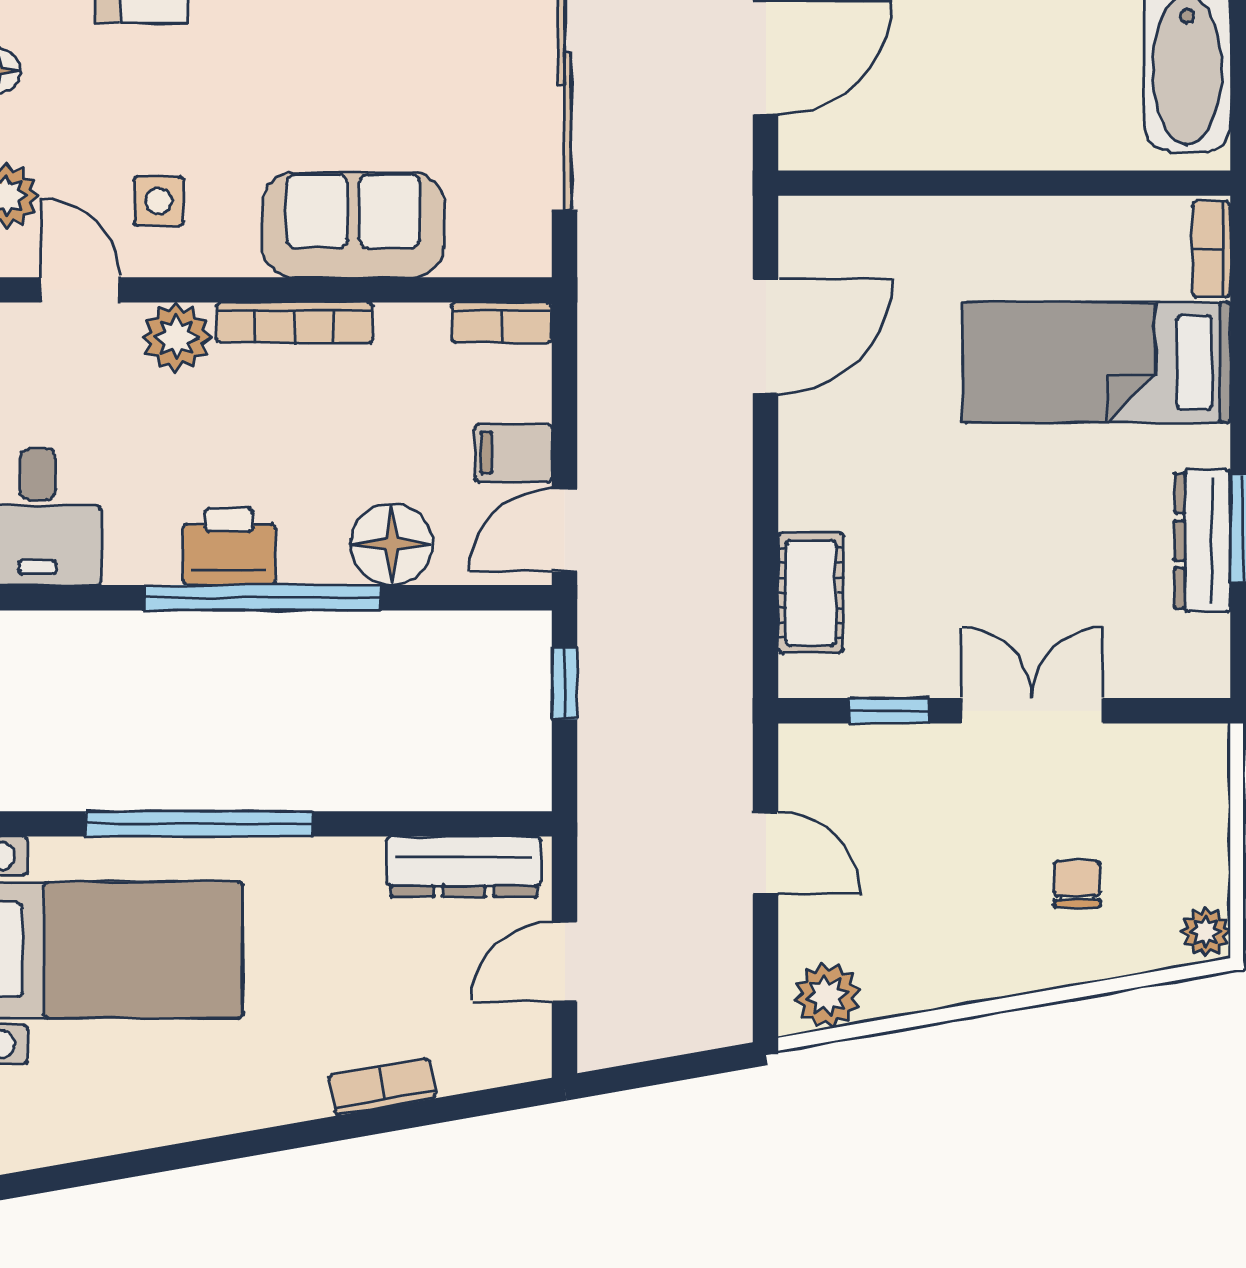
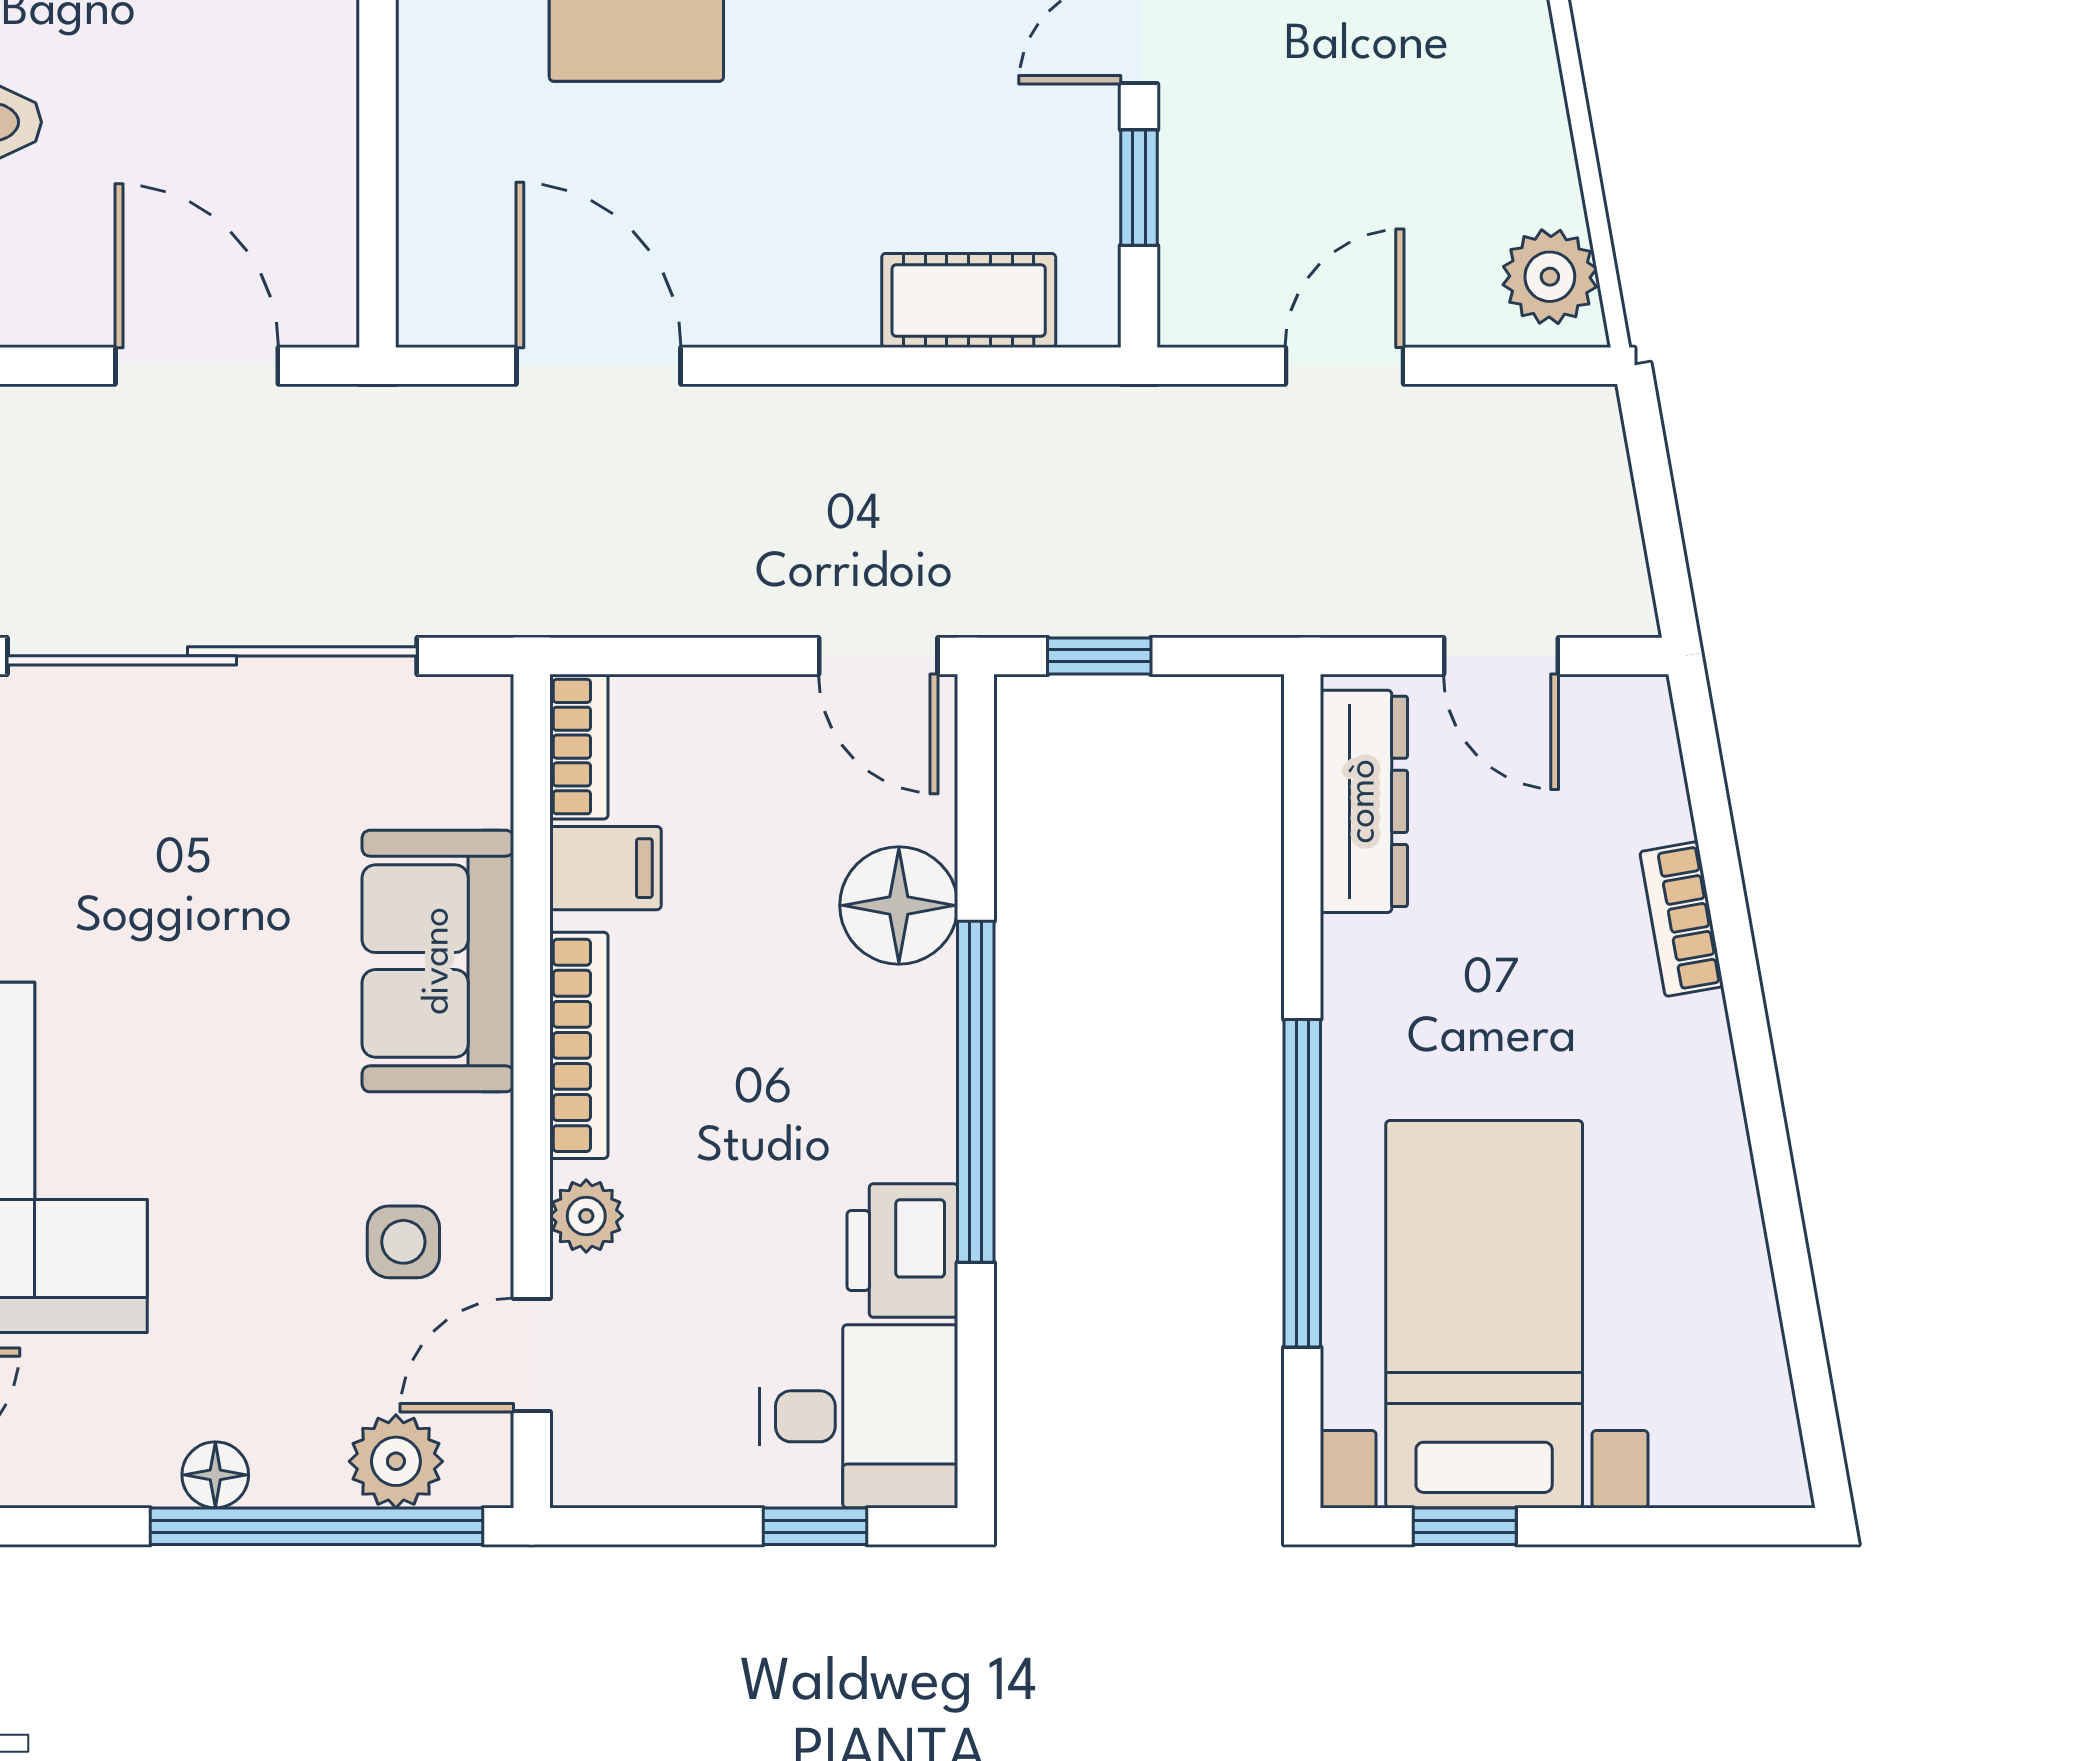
plant: (176, 337) -> (586, 1216), width x0.73, depth x0.73
filing cabinet: (513, 453) -> (605, 868), moved, turned -90
printer: (229, 547) -> (902, 1250), moved

